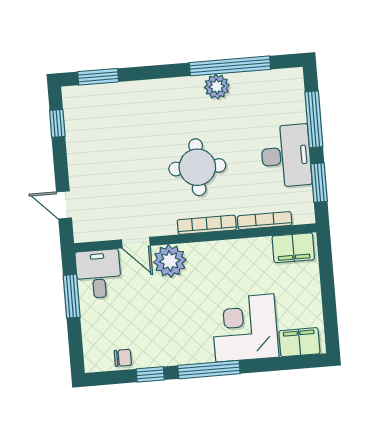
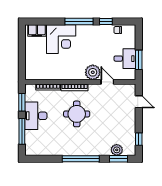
window: (230, 66) -> (81, 159), moved
plant: (217, 87) -> (117, 150), moved
filing cabinet: (293, 248) -> (36, 74), removed
desk: (98, 274) -> (125, 59), moved, turned -90

